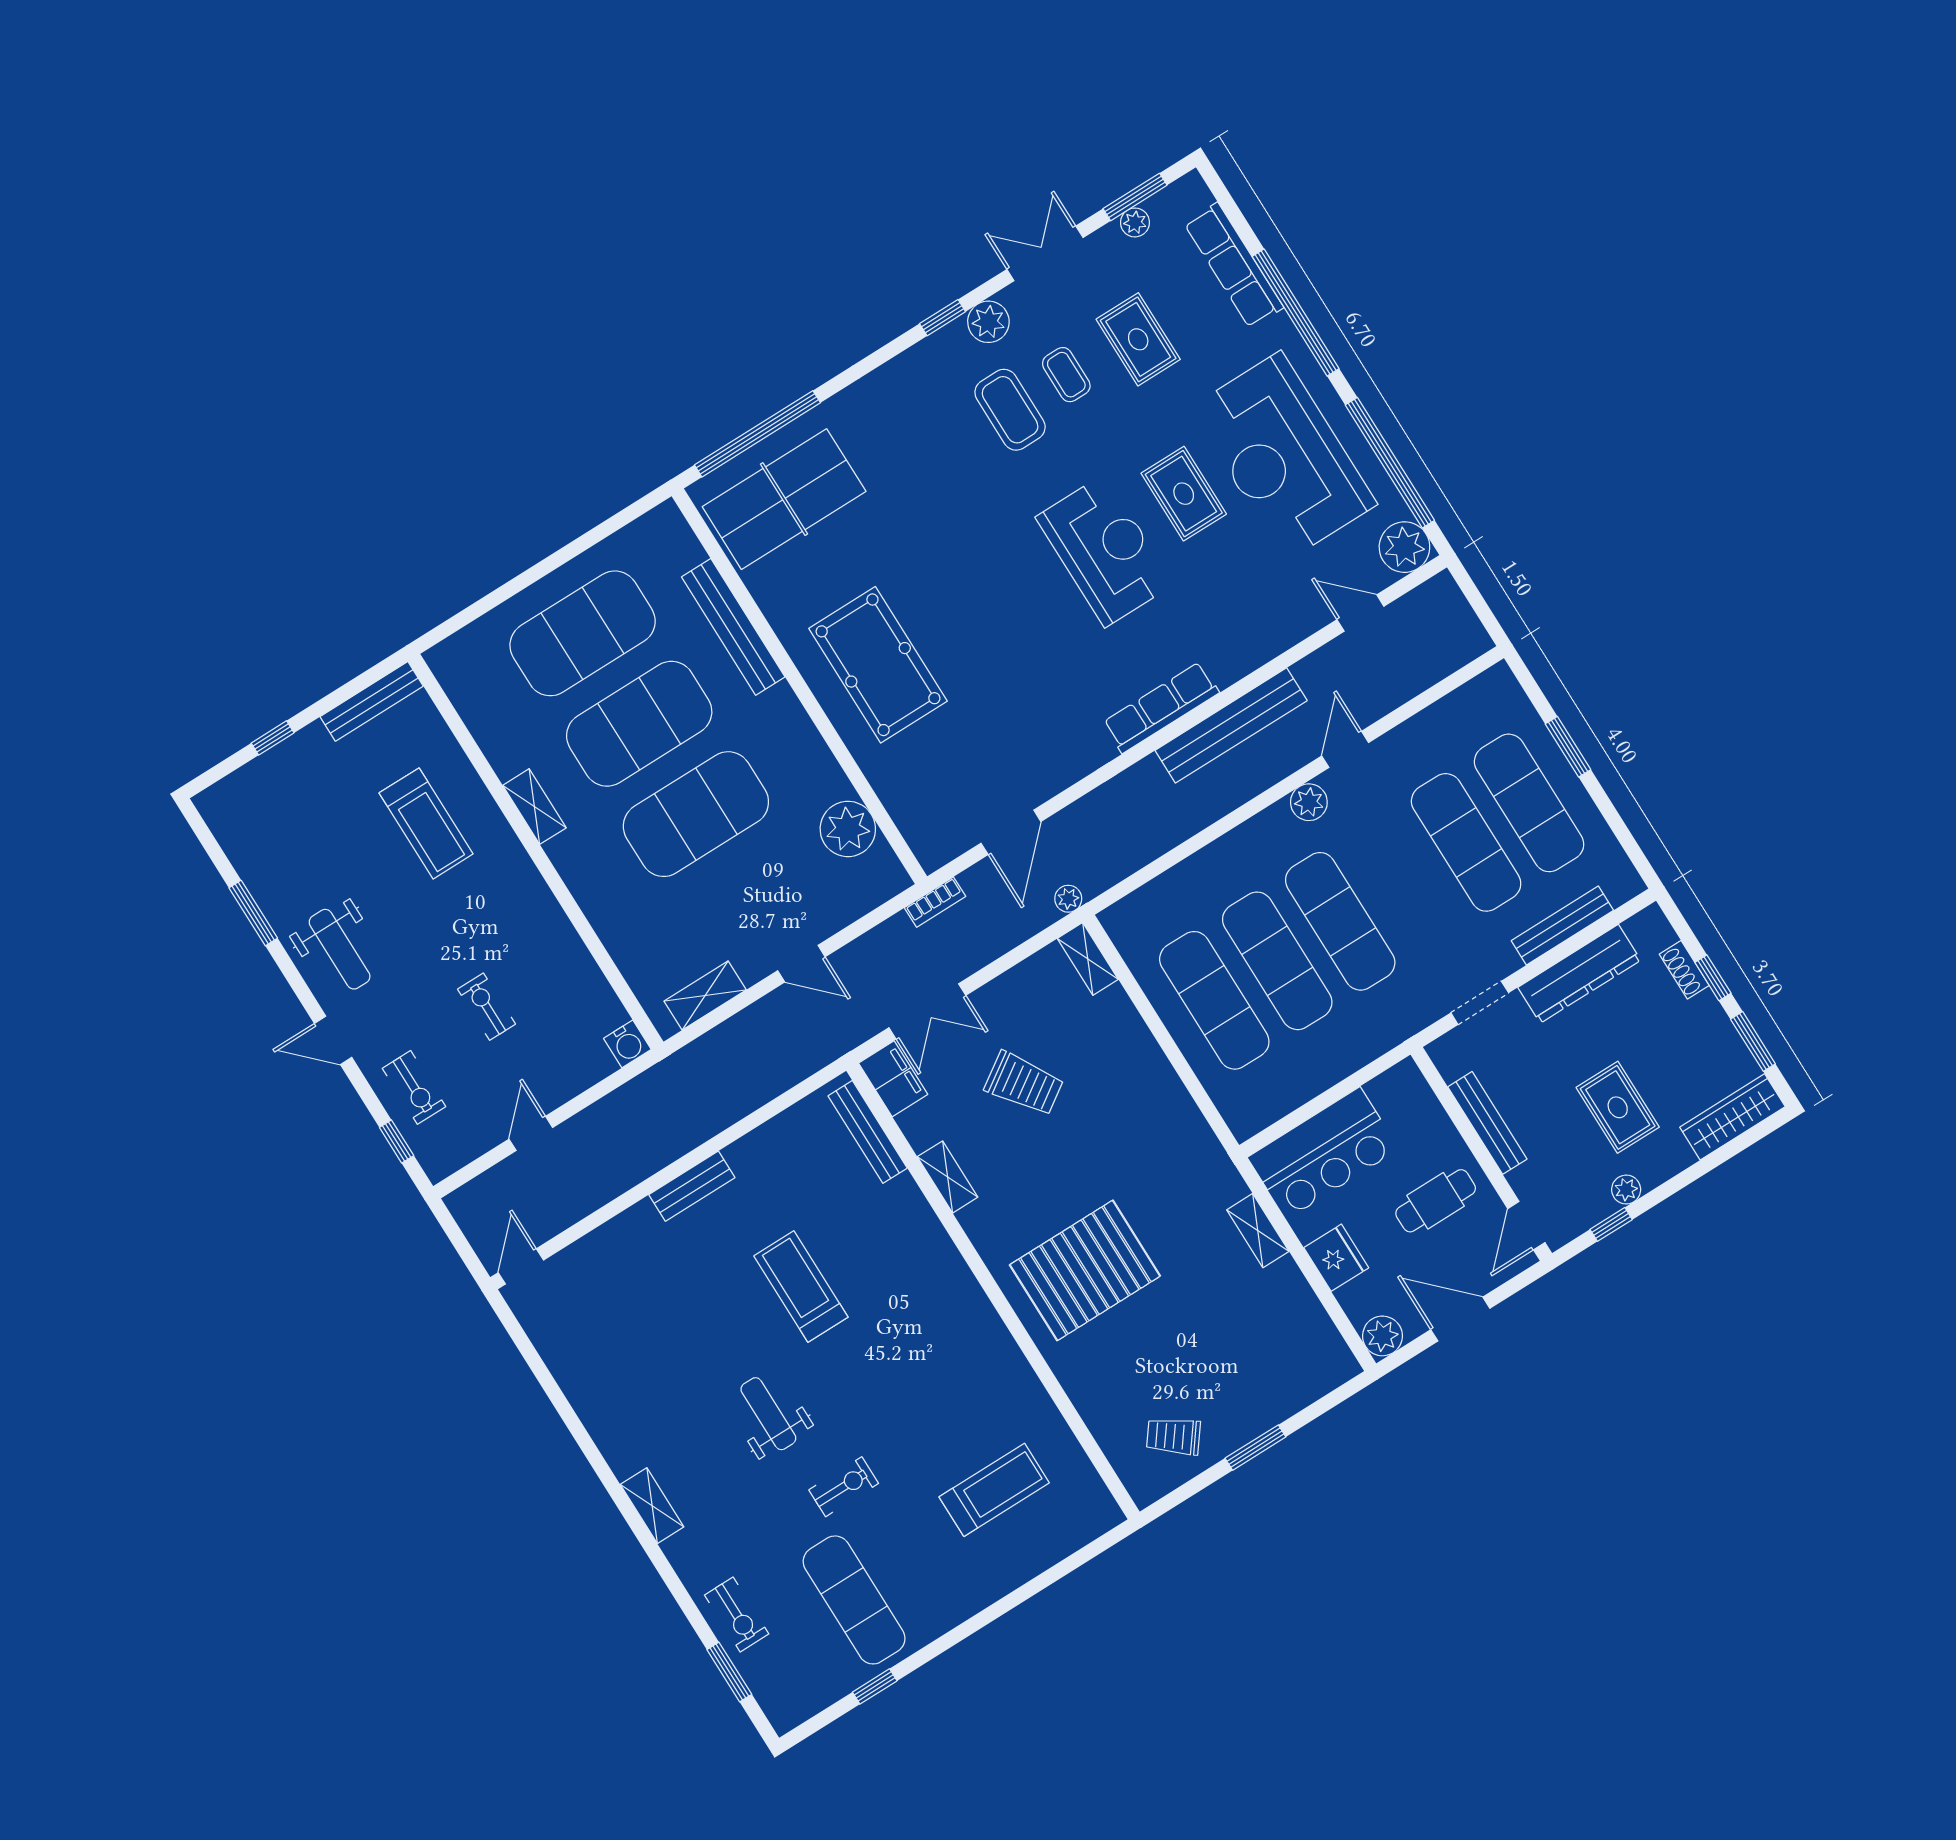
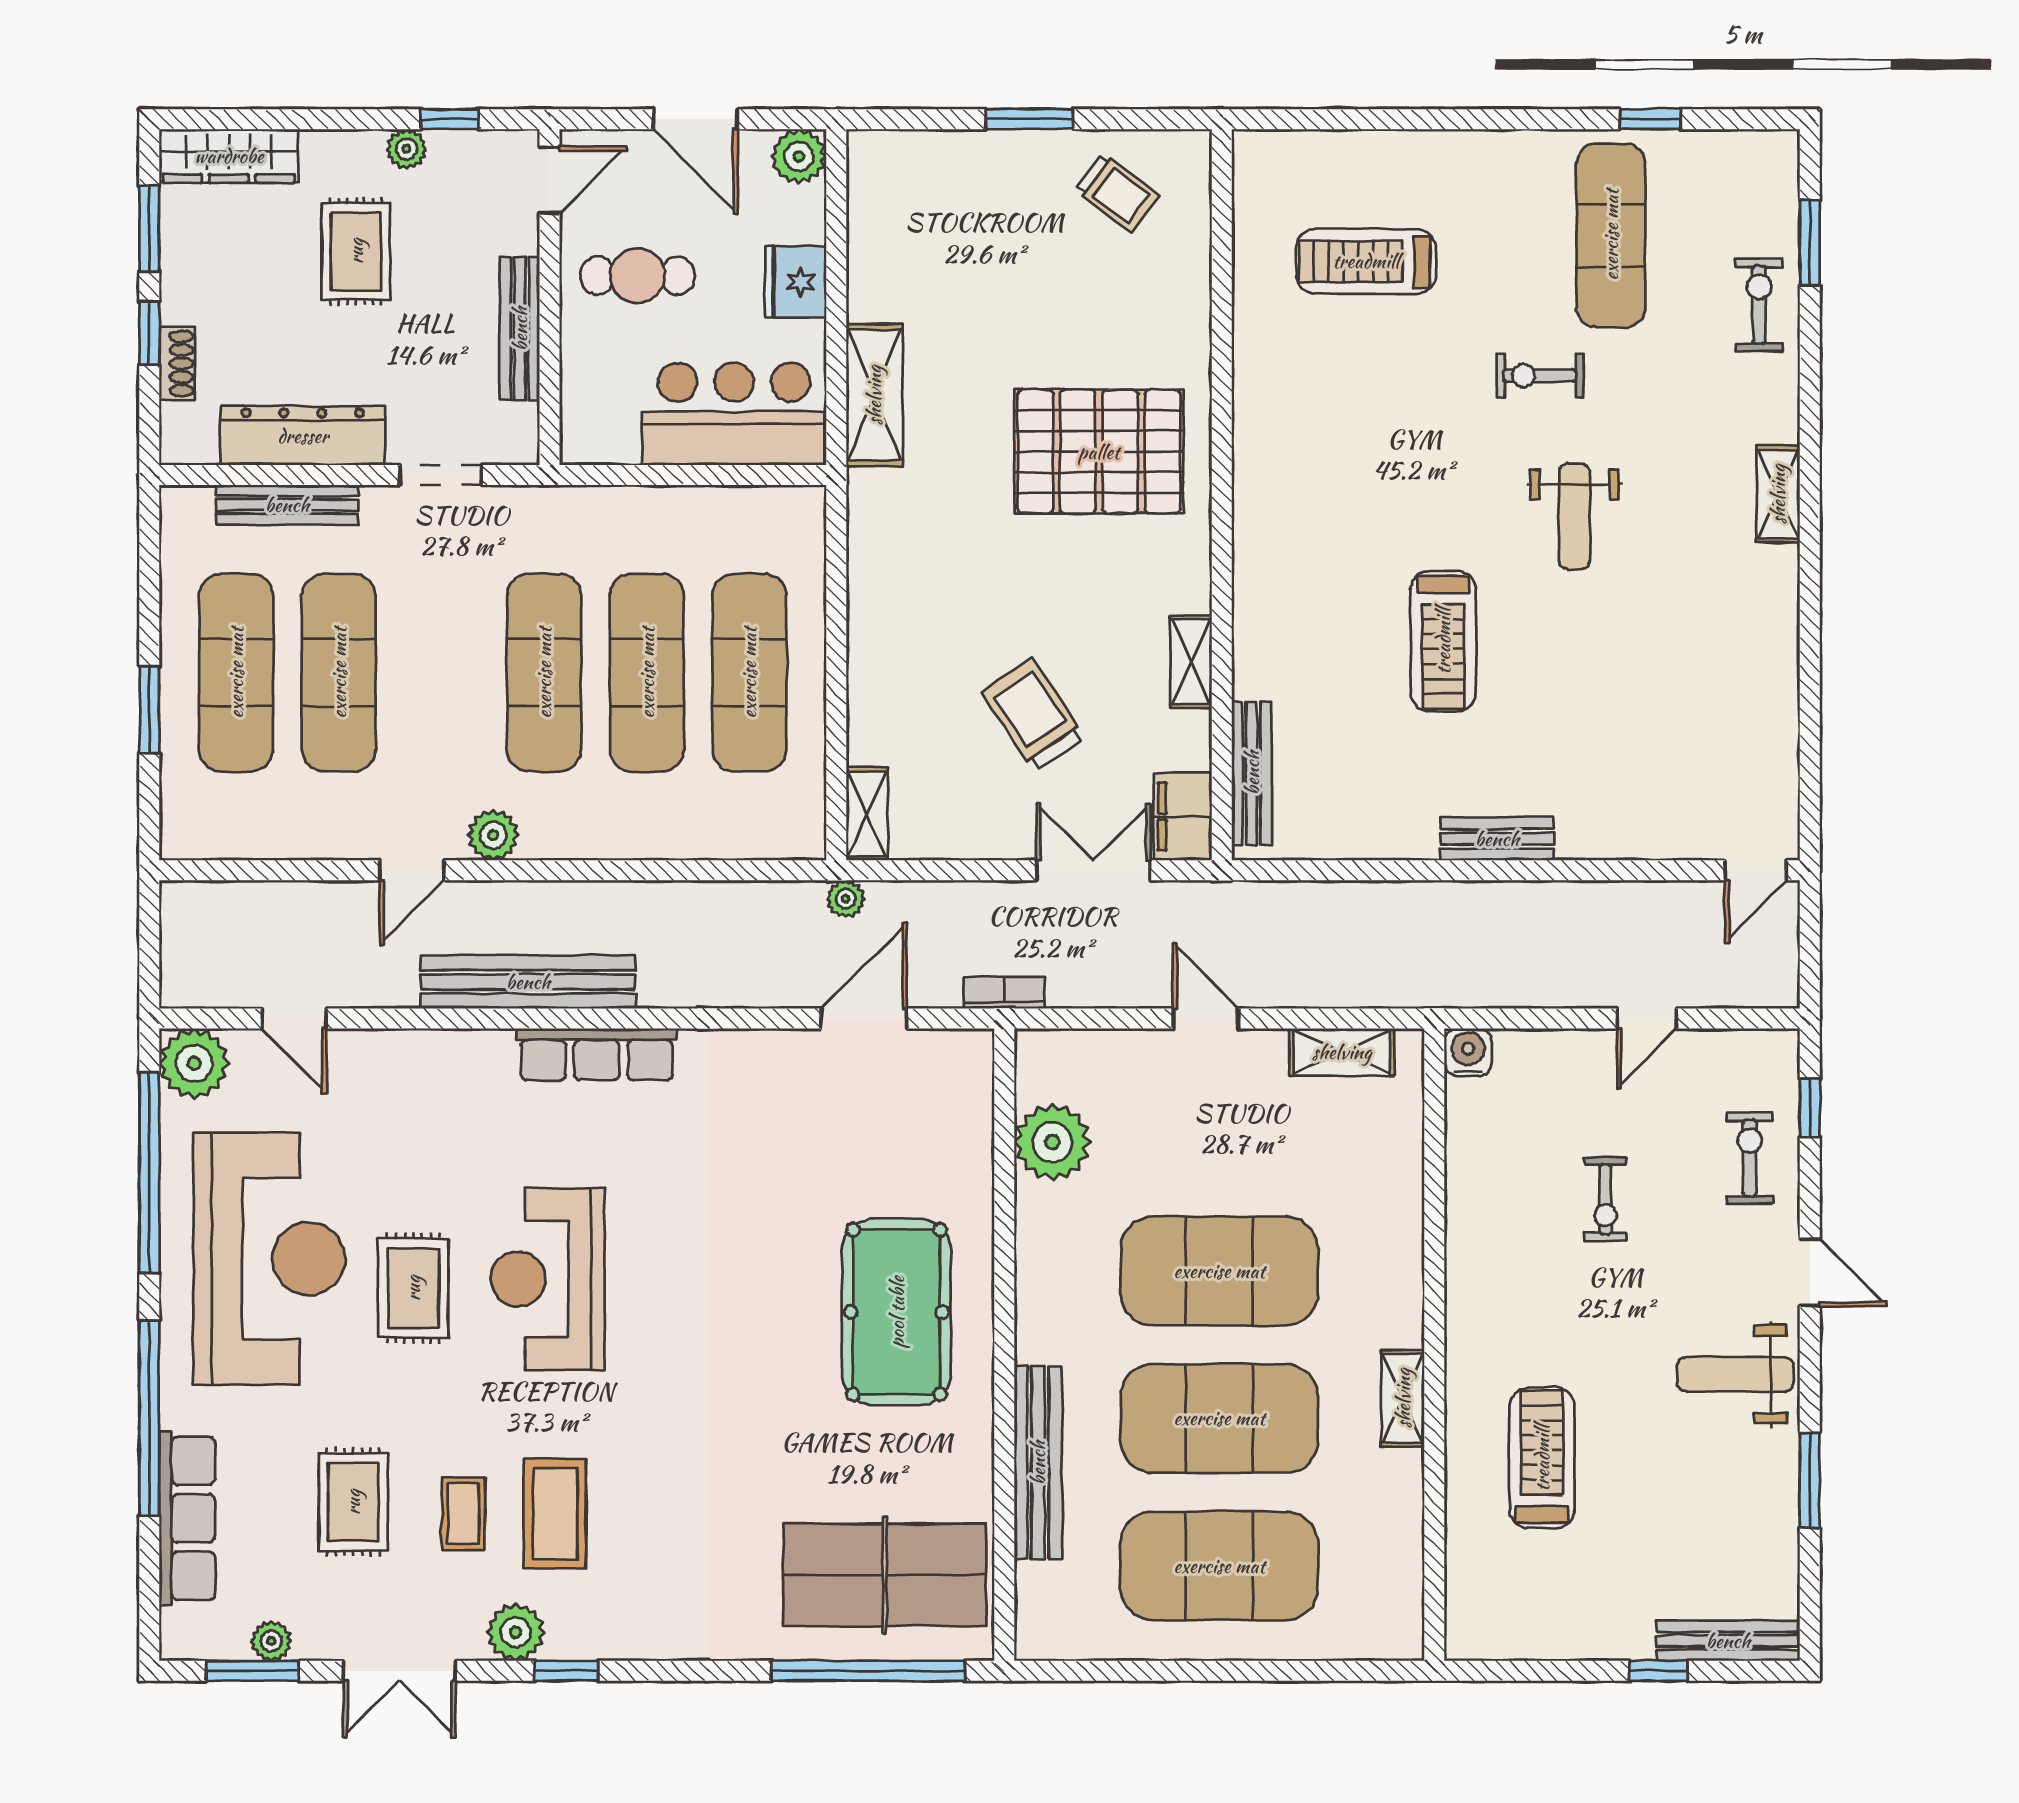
bench: (372, 701) -> (1728, 1641), moved
weight bench: (340, 949) -> (1735, 1374), turned -90
shelving: (1258, 1231) -> (874, 395), width x1.50, depth x1.33

